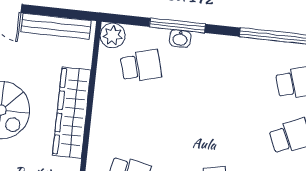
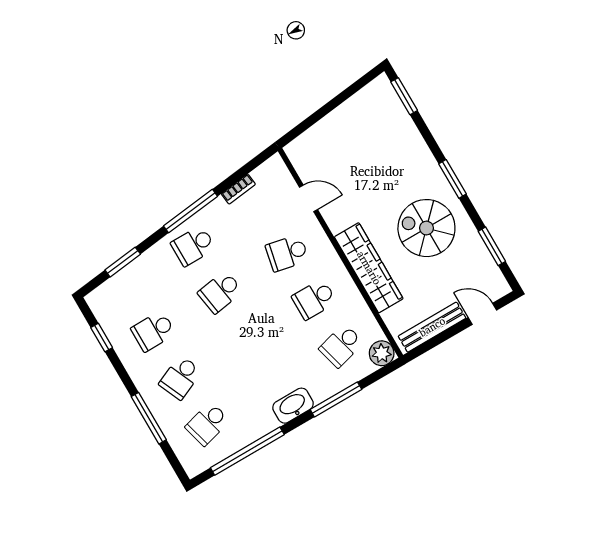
washbasin: (180, 39) -> (293, 406), moved, width x1.91, depth x1.45
school desk: (135, 120) -> (314, 299), added

